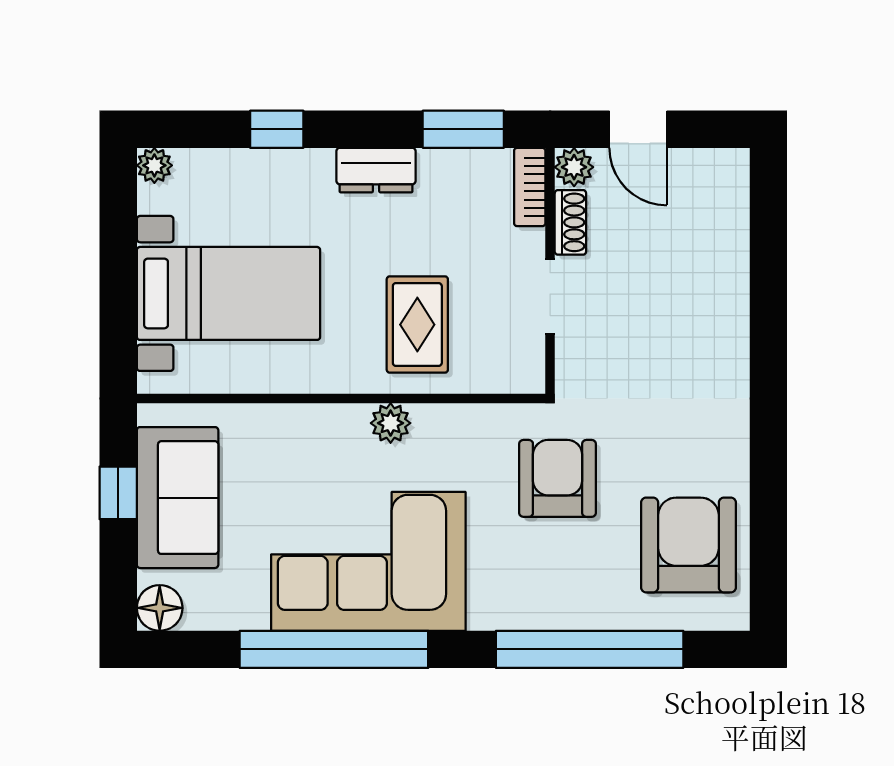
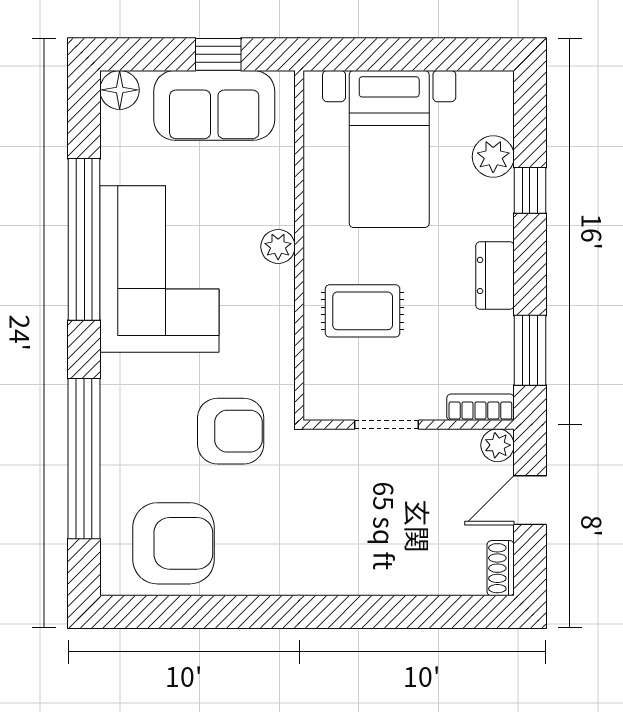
plant: (154, 165) -> (493, 157), moved, width x1.38, depth x1.38
shoe rack: (570, 222) -> (501, 568), moved, turned 90
plant: (391, 423) -> (278, 247), moved

